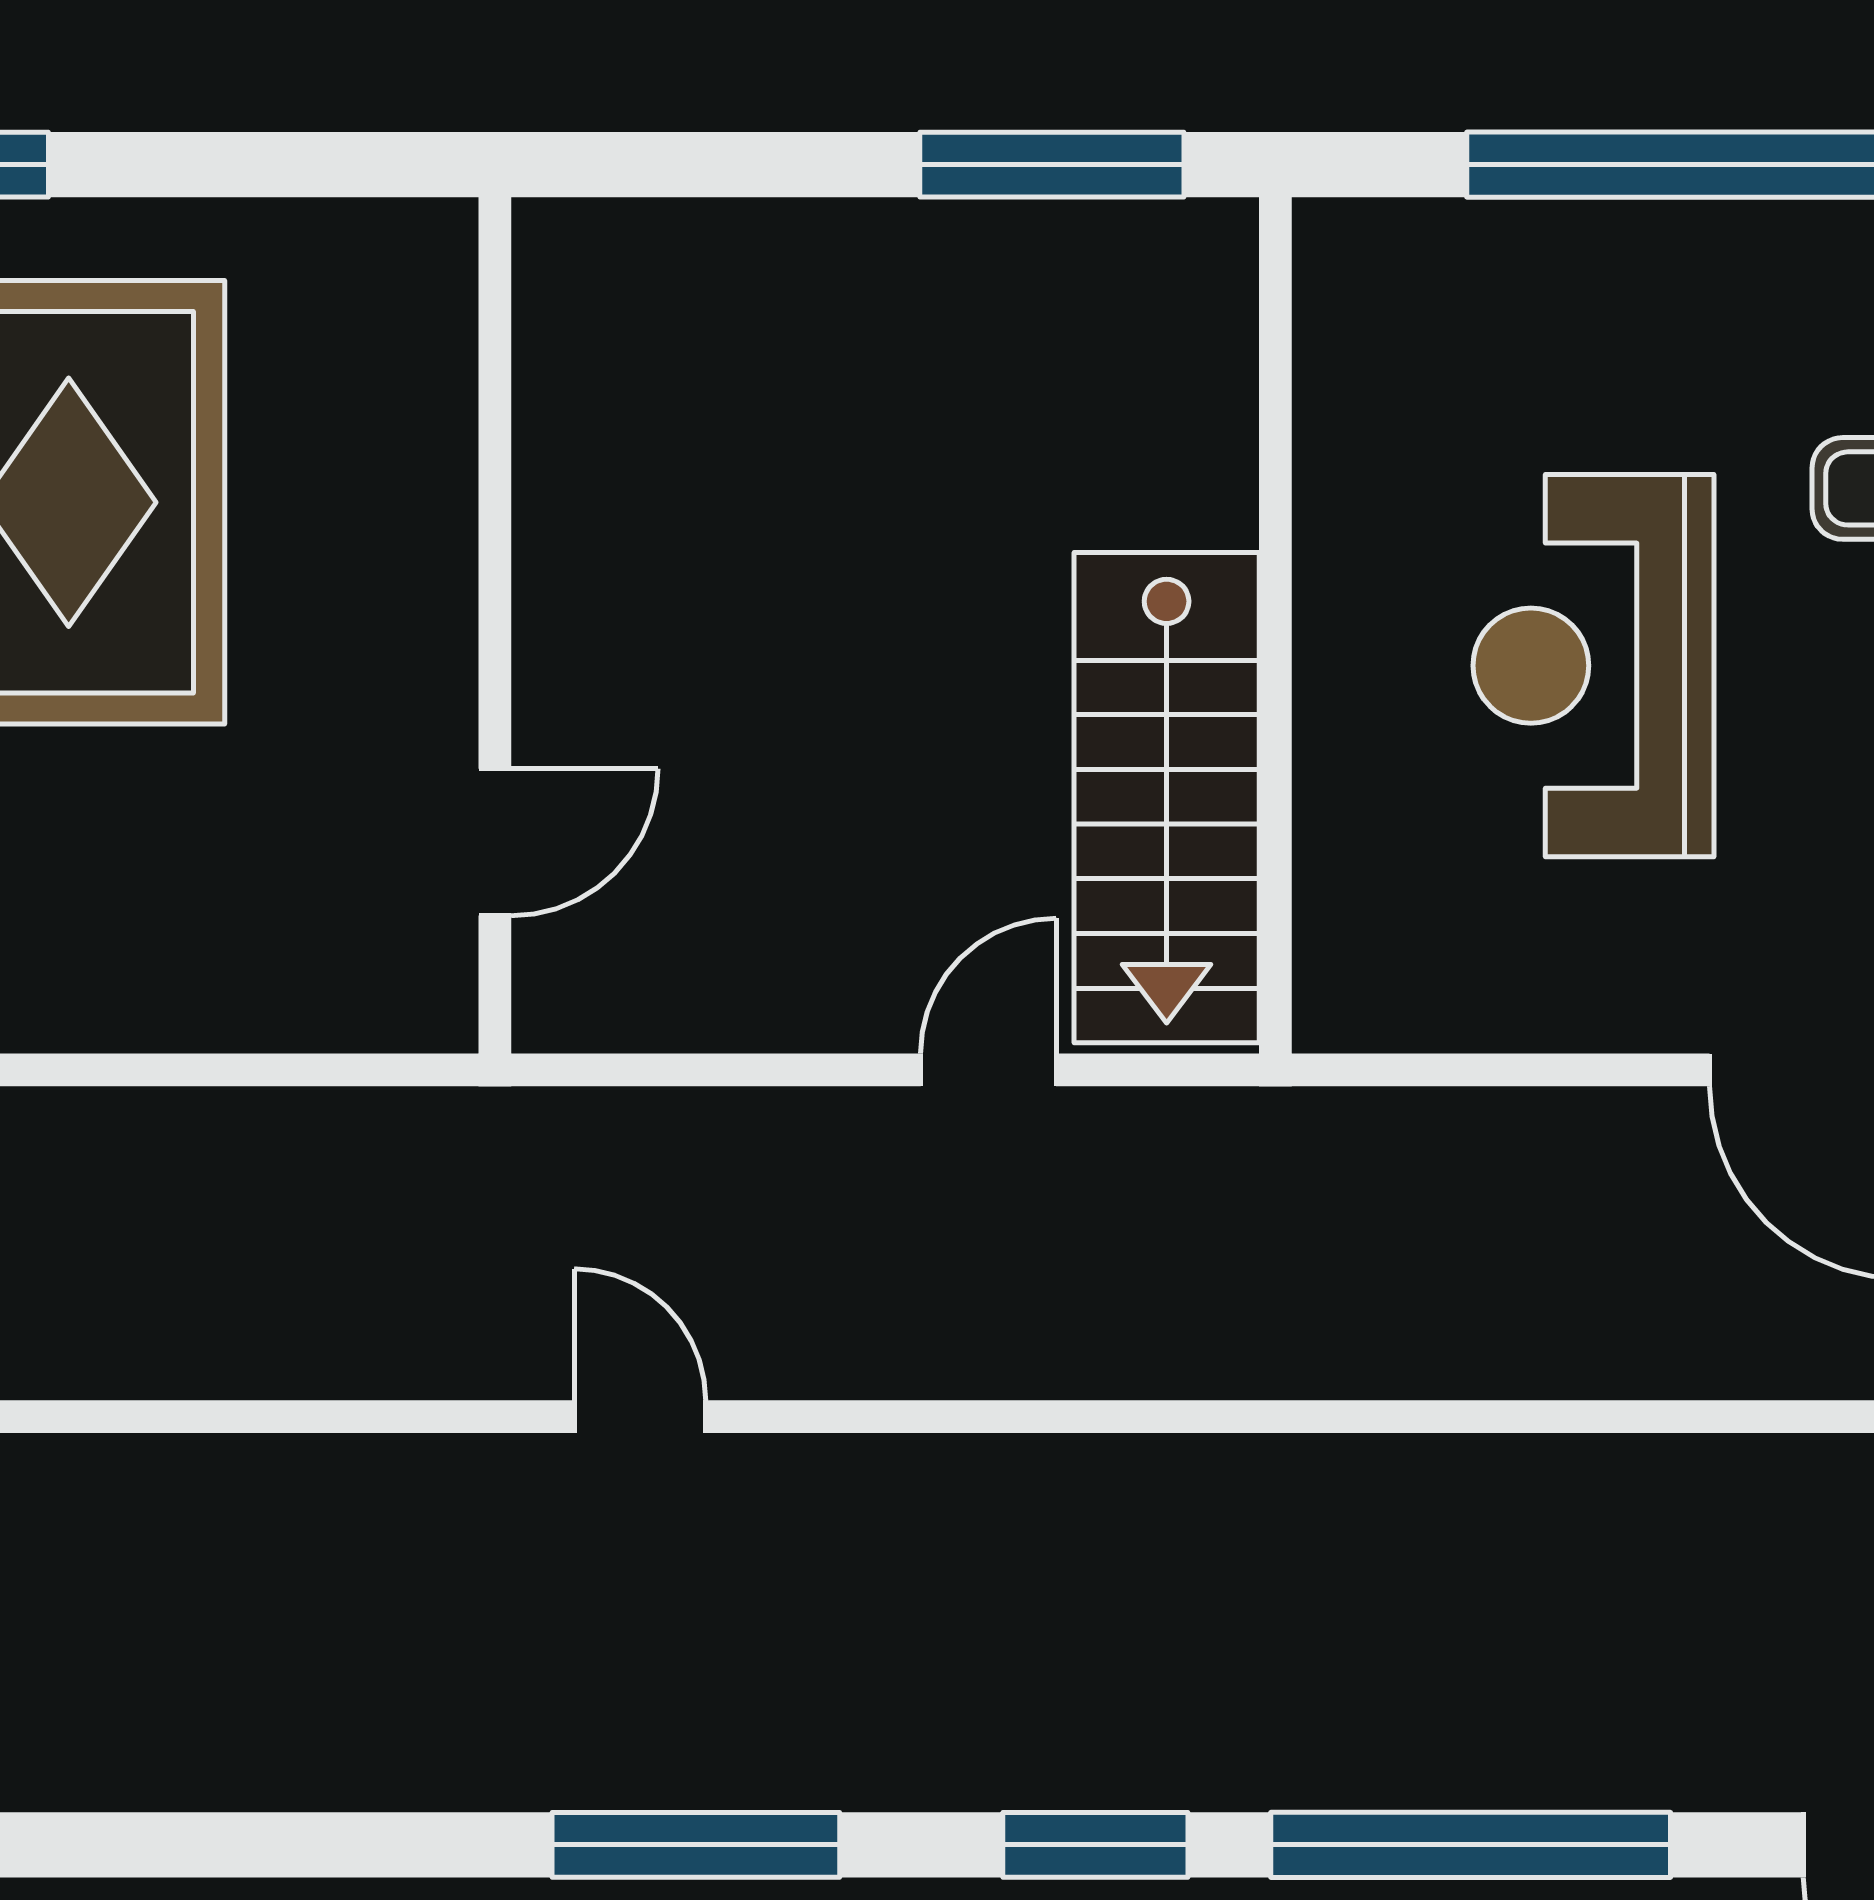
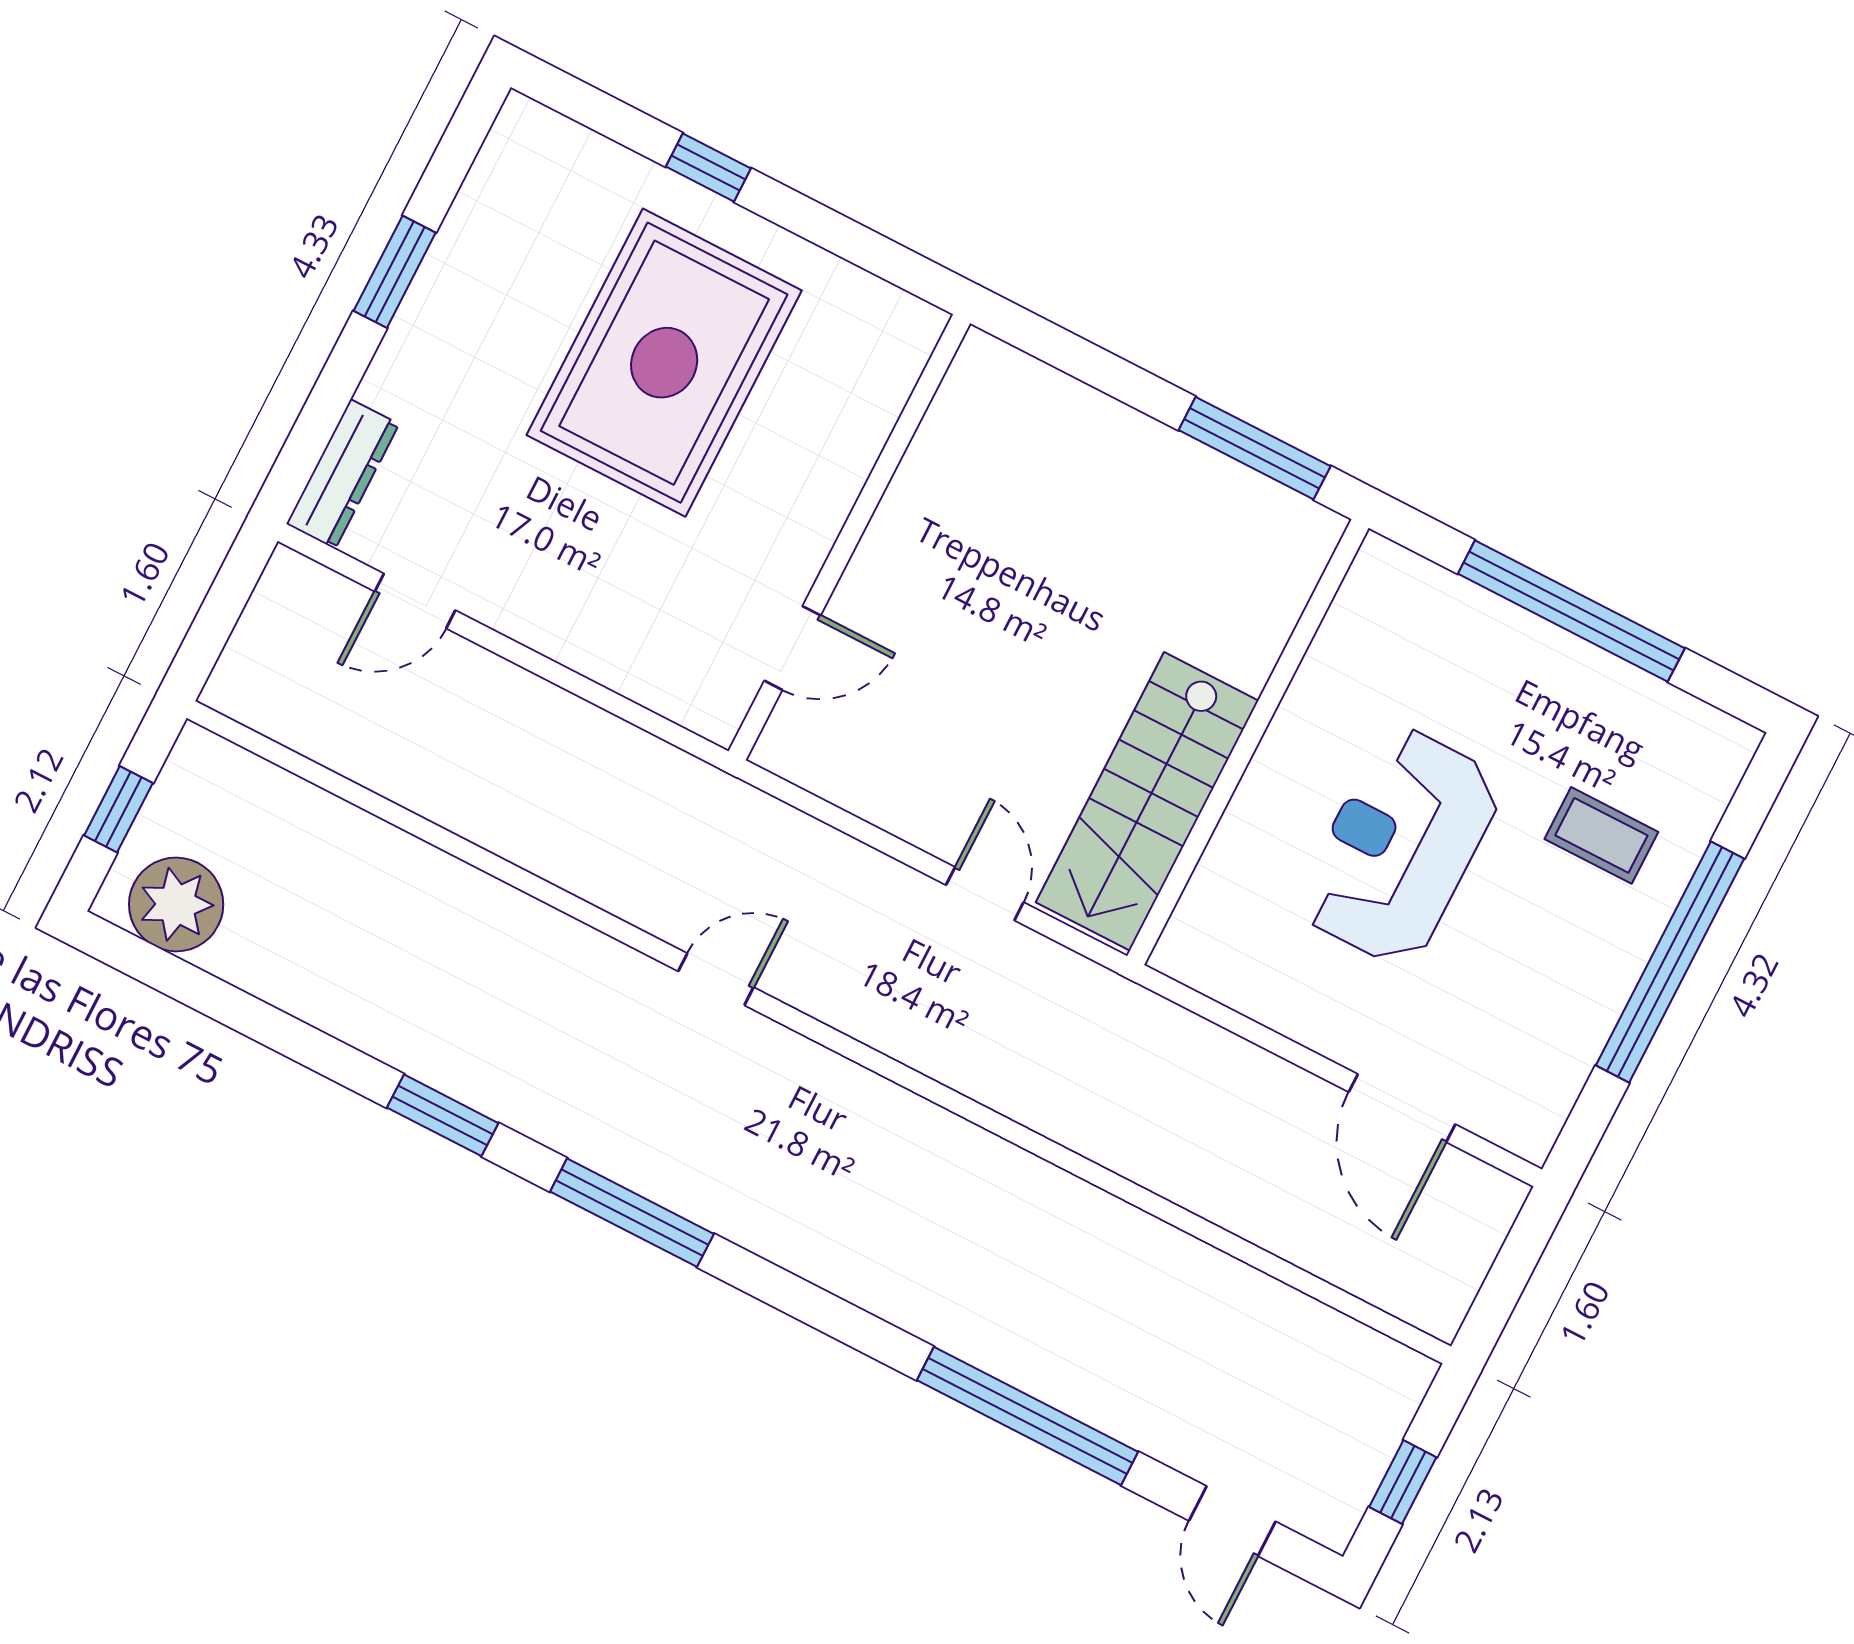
door: (988, 1070) -> (985, 894), hinge flipped
door: (640, 1417) -> (716, 979), hinge flipped
window: (1095, 1845) -> (443, 1115), moved

